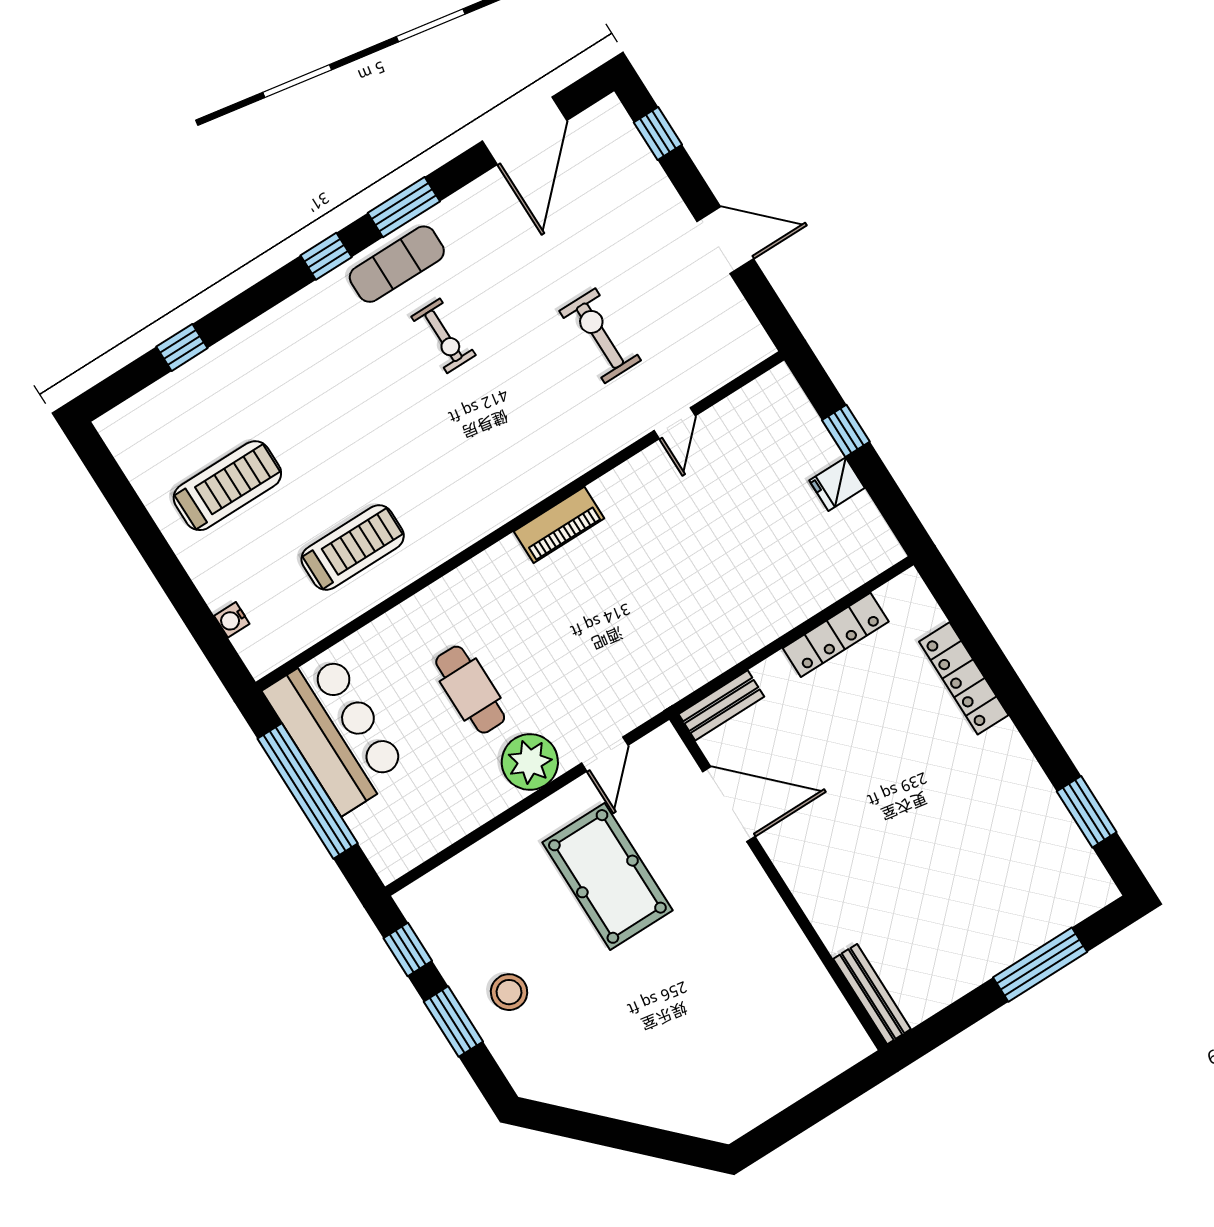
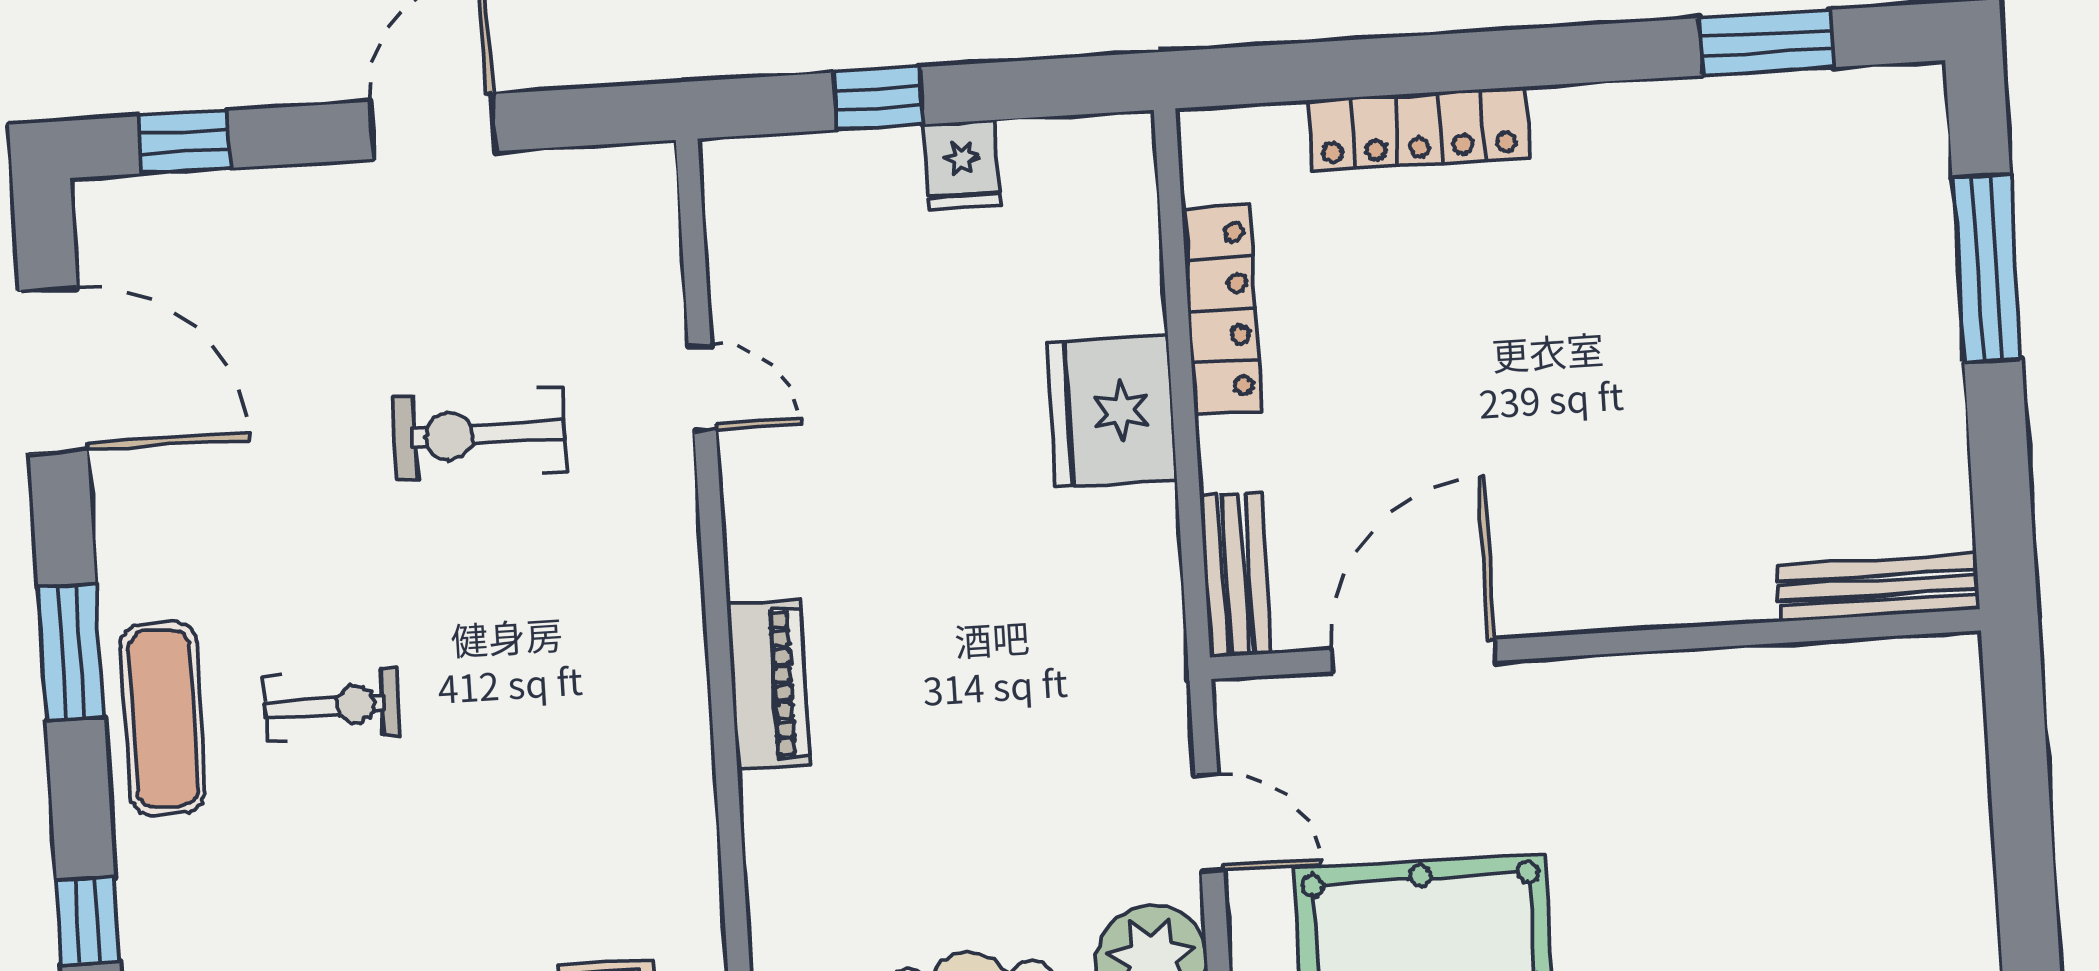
window: (326, 256) -> (88, 920), moved
fridge: (764, 610) -> (1111, 411), added

